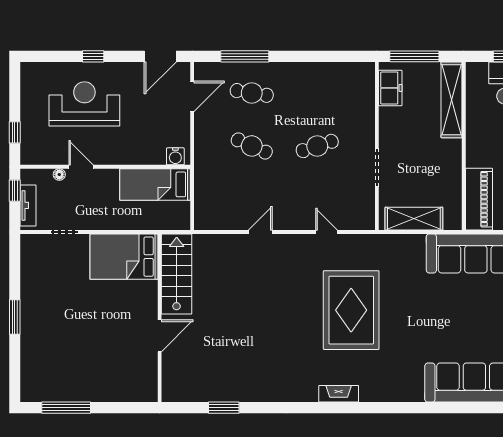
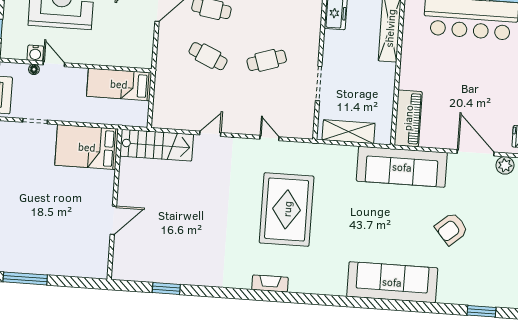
water cooler: (175, 156) -> (35, 53), moved
stairs: (177, 274) -> (157, 145), moved, turned 90

